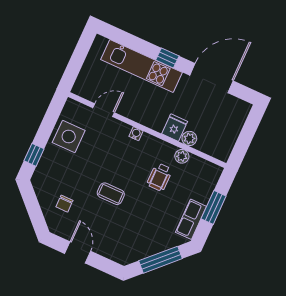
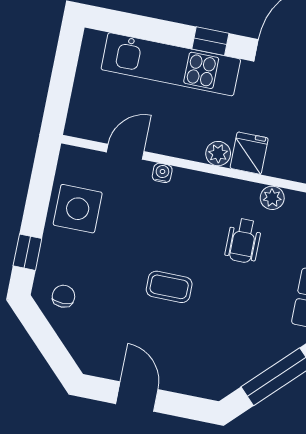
water cooler: (136, 134) -> (162, 173), moved
plant: (189, 138) -> (218, 154), moved
chair: (64, 204) -> (63, 296), moved, turned 180

